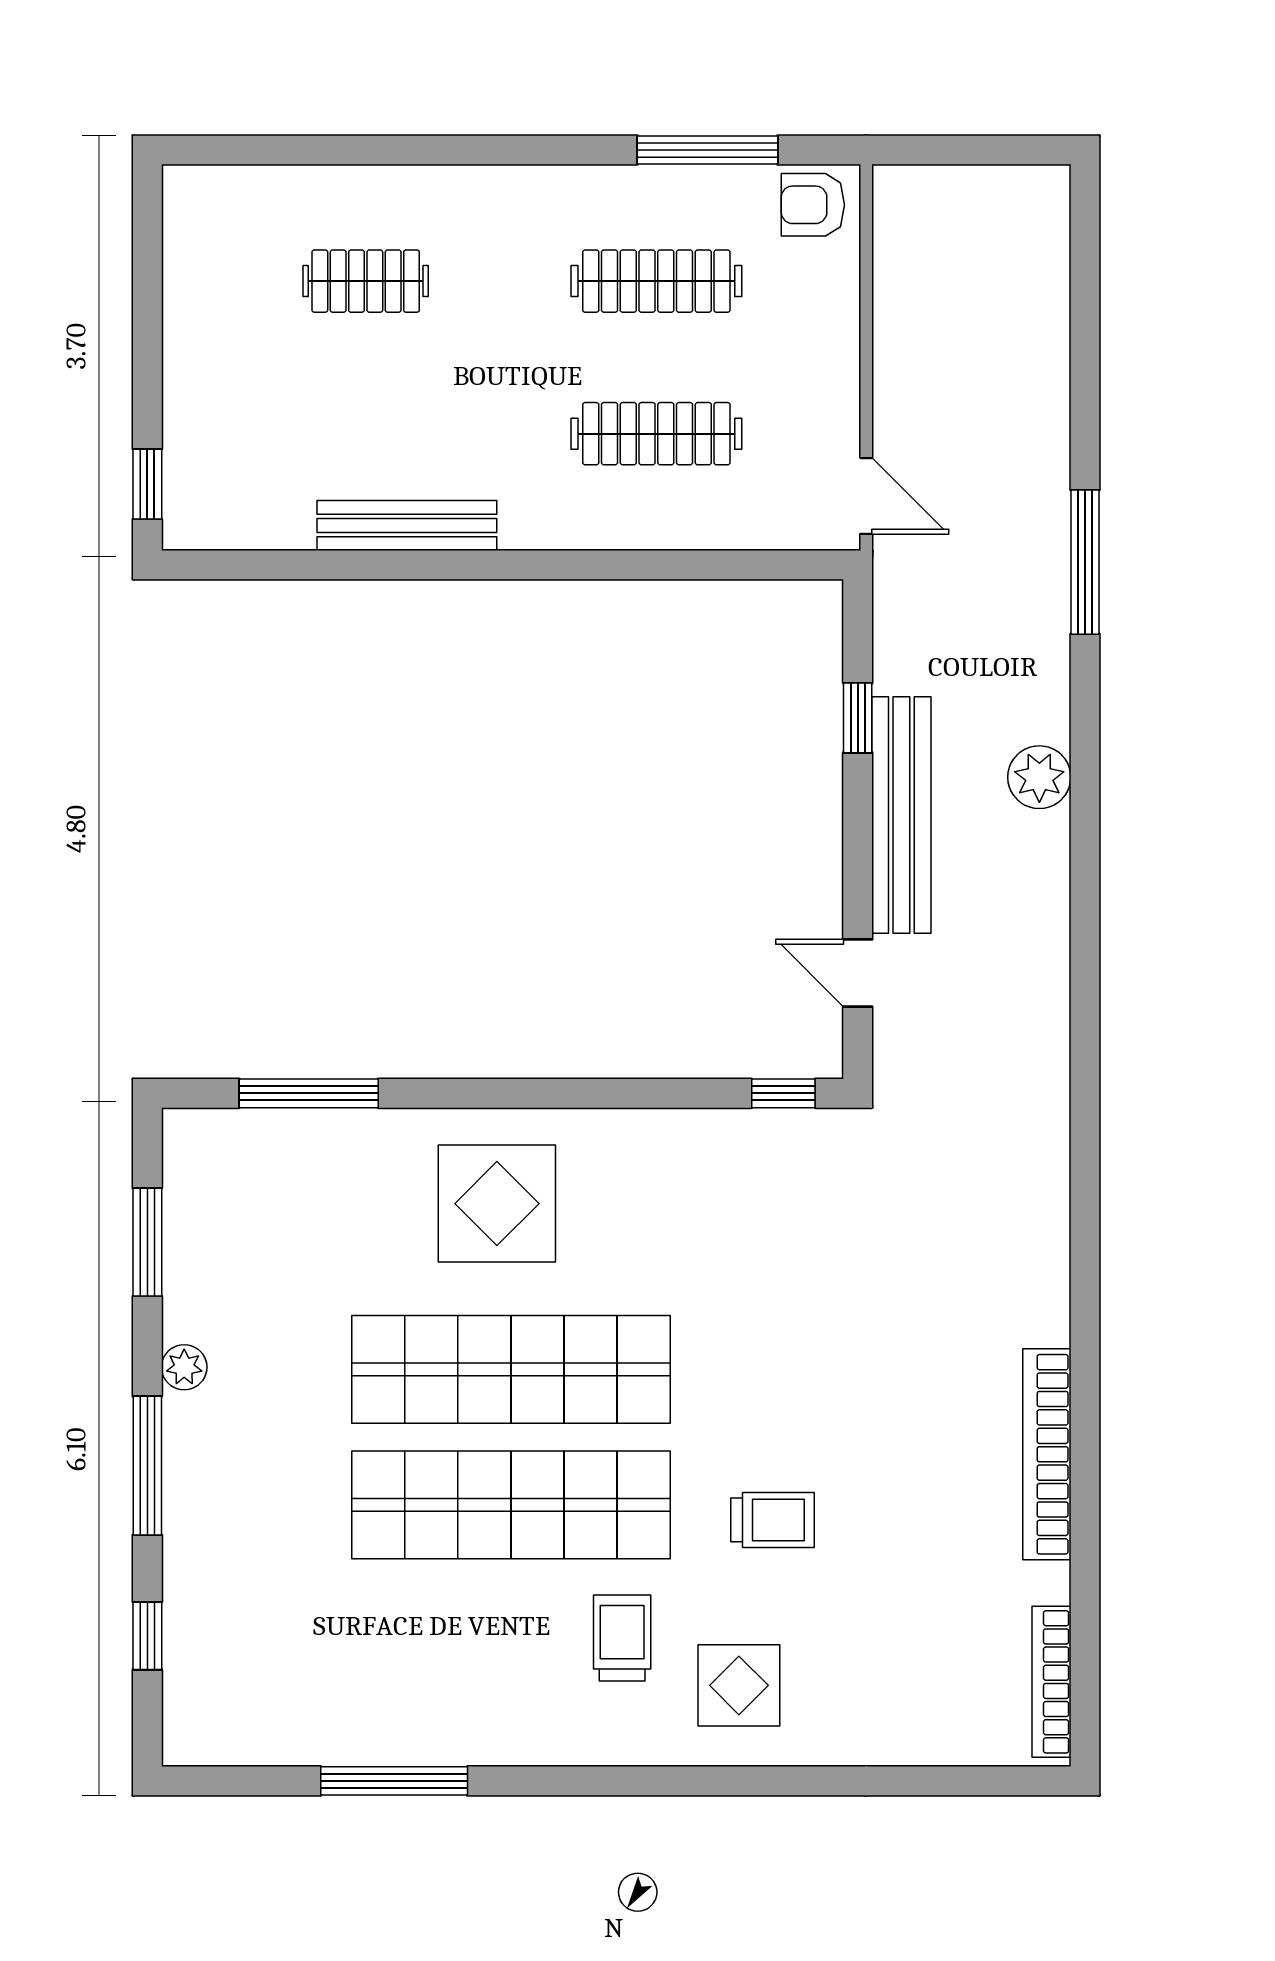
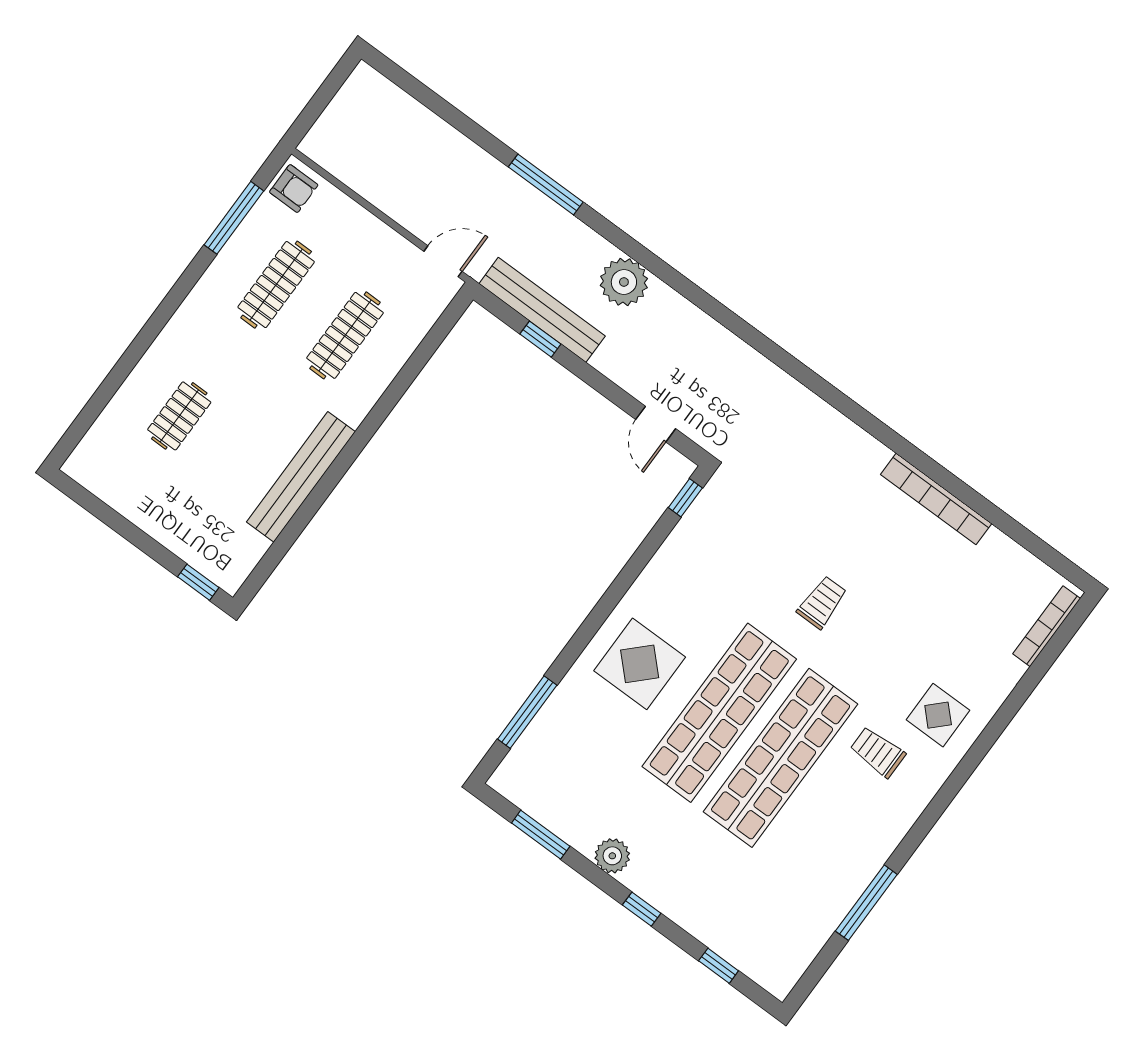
armchair: (813, 205) -> (294, 188), turned -90
bench: (407, 526) -> (301, 477), width x1.37, depth x1.21
plant: (1039, 777) -> (624, 282), width x1.36, depth x1.36
bench: (901, 815) -> (542, 310), moved
door: (858, 973) -> (656, 424), hinge flipped
plant: (184, 1367) -> (612, 856), width x1.38, depth x1.38
window: (147, 1466) -> (642, 909), width x0.46
trolley: (773, 1520) -> (822, 602), moved
bookcase: (1051, 1682) -> (1047, 626), moved, turned 90

